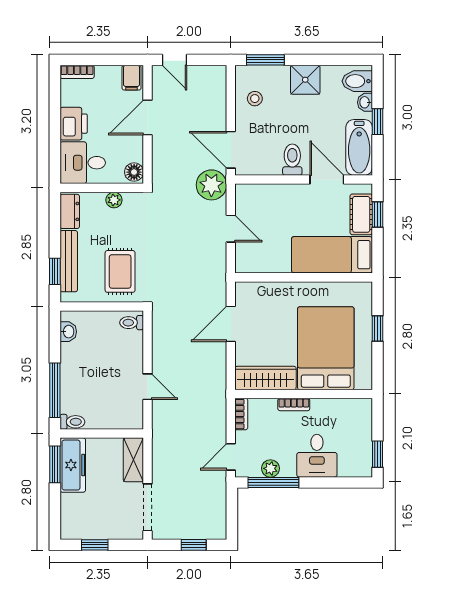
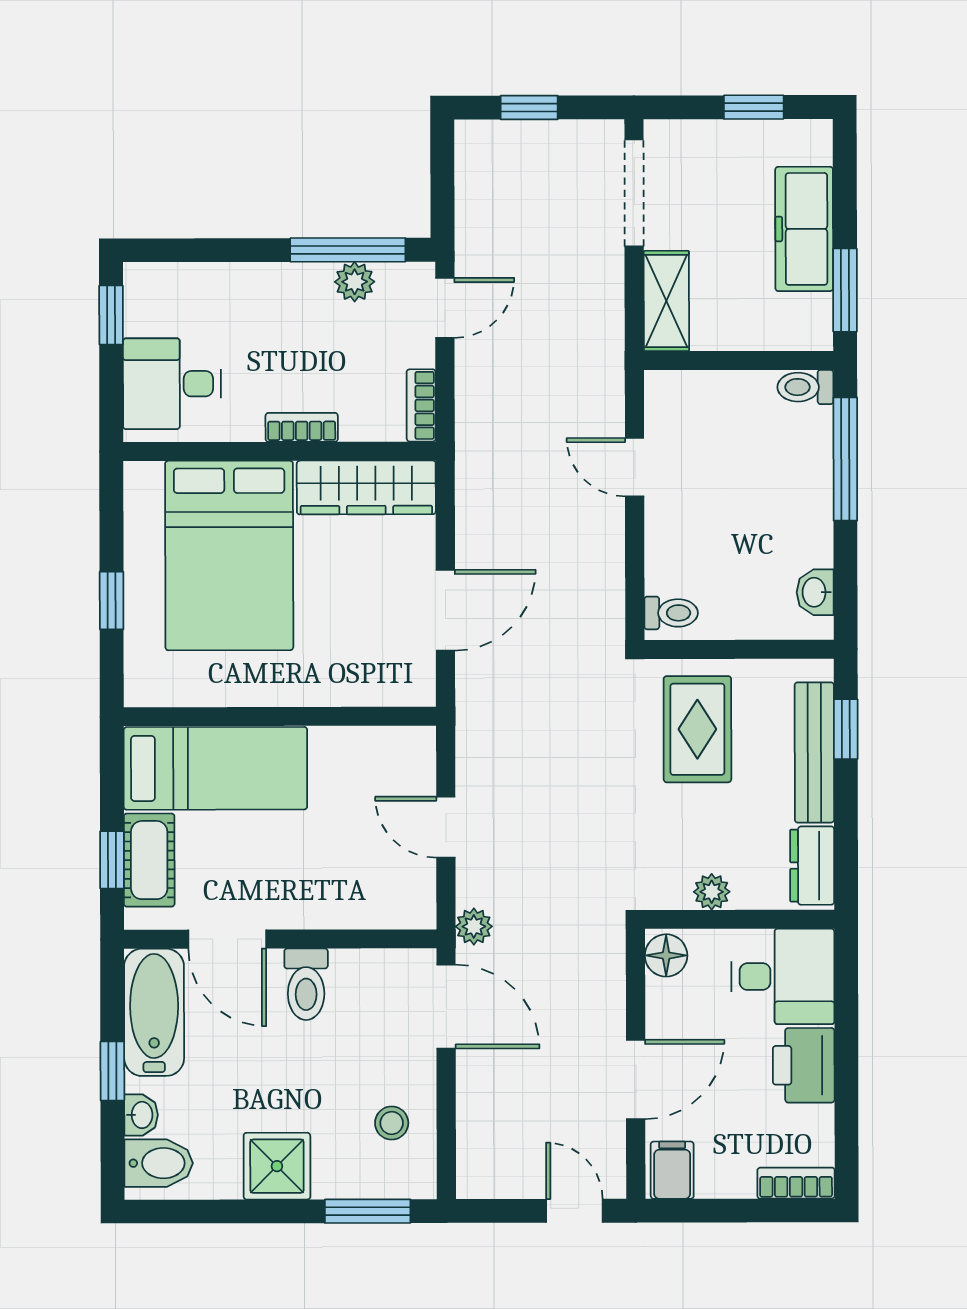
plant: (211, 185) -> (474, 926), width x0.53, depth x0.53
desk: (317, 456) -> (172, 384), moved, turned -90
freezer: (73, 465) -> (804, 229), moved

